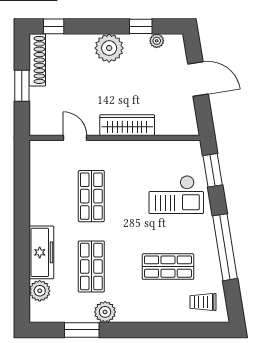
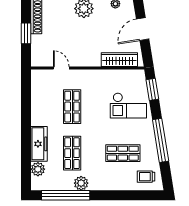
door: (198, 79) -> (143, 29), swing flipped
wardrobe: (127, 125) -> (119, 60), moved
window: (82, 330) -> (66, 195), width x2.11

